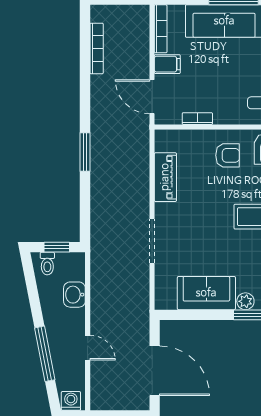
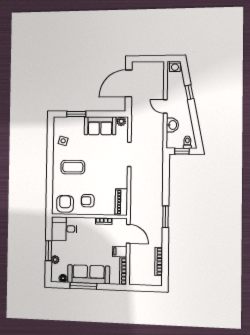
window: (85, 152) -> (166, 217), moved
piano: (165, 177) -> (121, 202), moved
plant: (245, 301) -> (121, 121), moved
door: (88, 348) -> (165, 106), moved
window: (45, 354) -> (189, 92), width x0.46
door: (155, 371) -> (129, 83), hinge flipped

